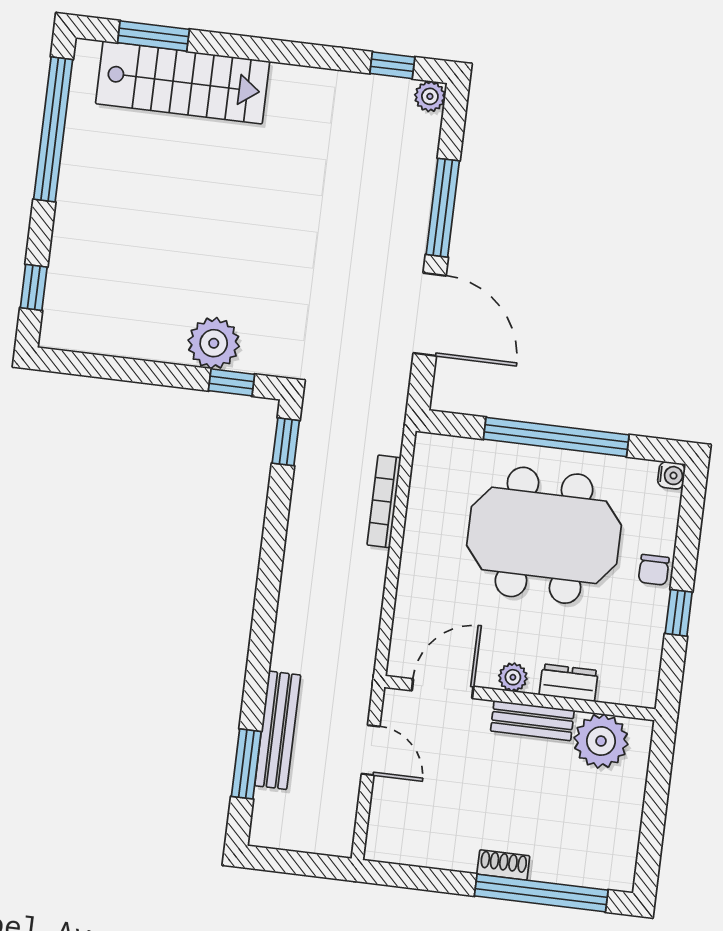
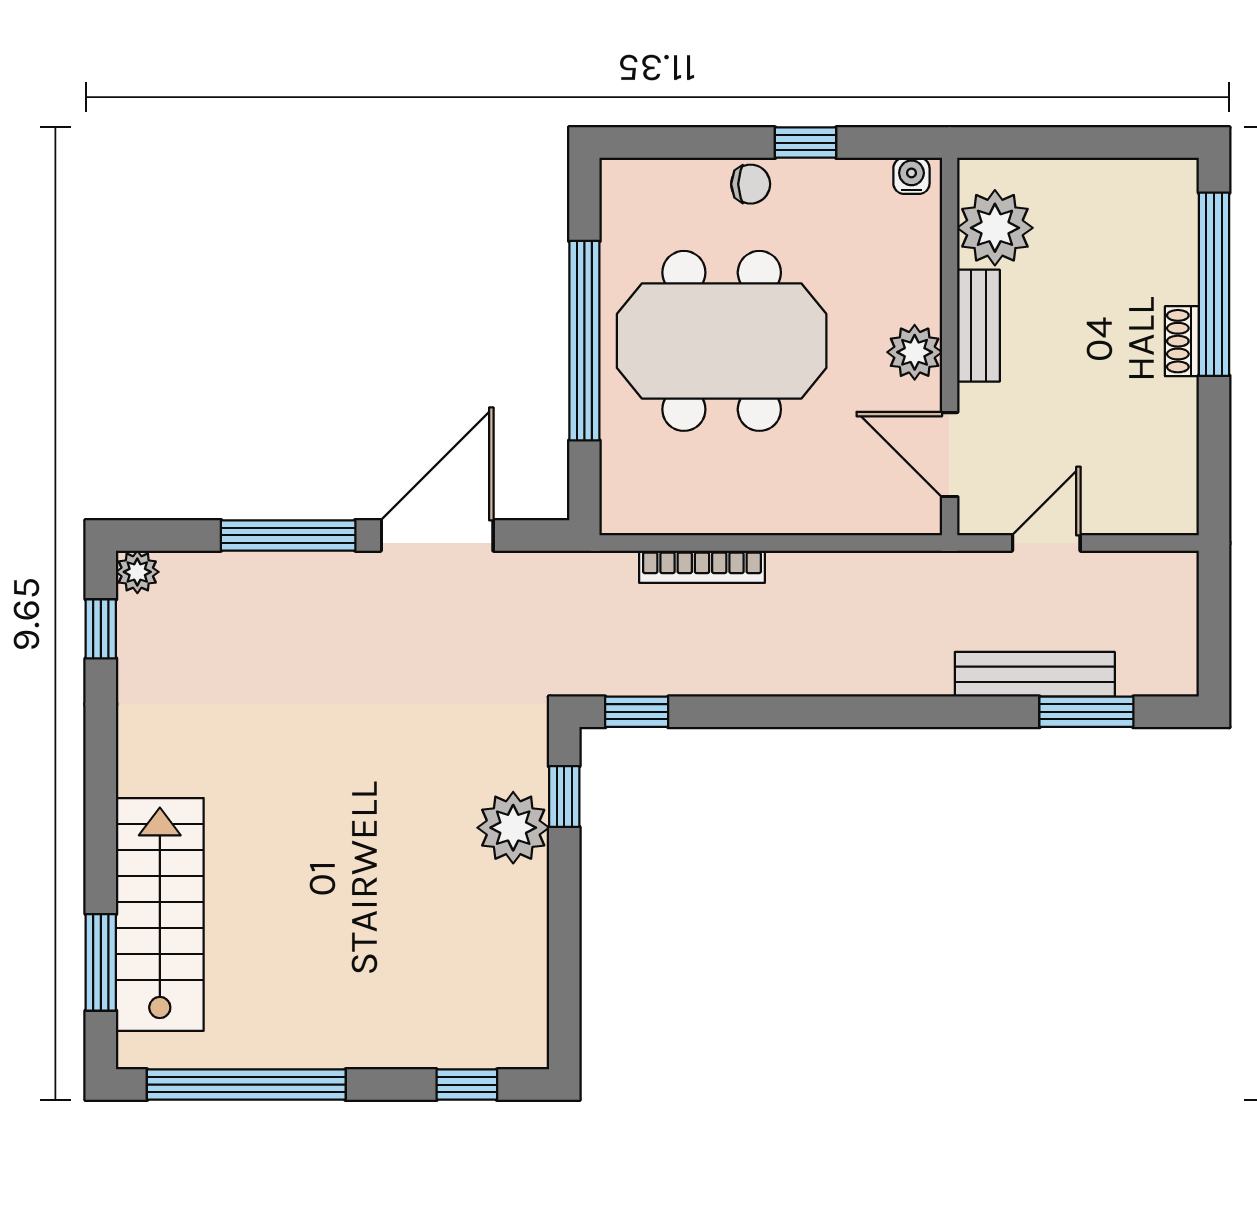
water cooler: (671, 475) -> (911, 176), moved
meeting table: (544, 535) -> (722, 341), turned 90
plant: (513, 677) -> (915, 352), width x1.38, depth x1.38
dresser: (569, 683) -> (920, 282), removed

